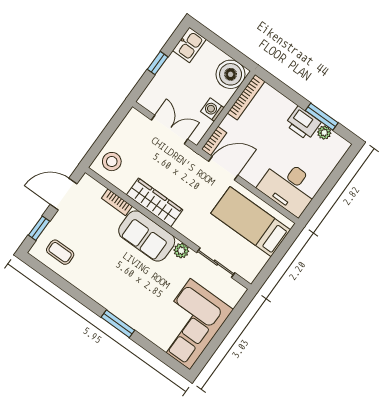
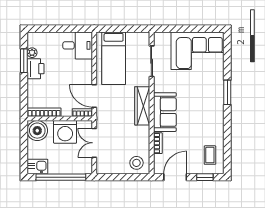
window: (158, 63) -> (61, 177), width x3.17
washing machine: (212, 110) -> (65, 132), width x1.89, depth x1.89
desk: (289, 187) -> (78, 45), width x0.73
door: (63, 194) -> (175, 177), swing flipped
wardrobe: (155, 202) -> (142, 106), moved
plant: (181, 251) -> (159, 86), removed

